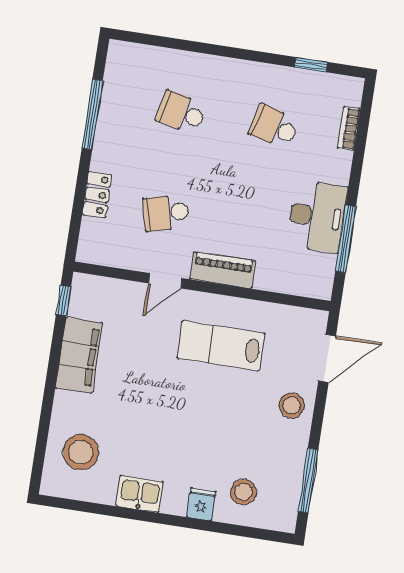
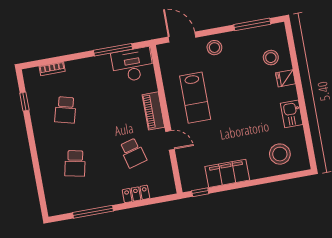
desk: (317, 216) -> (132, 65), moved

